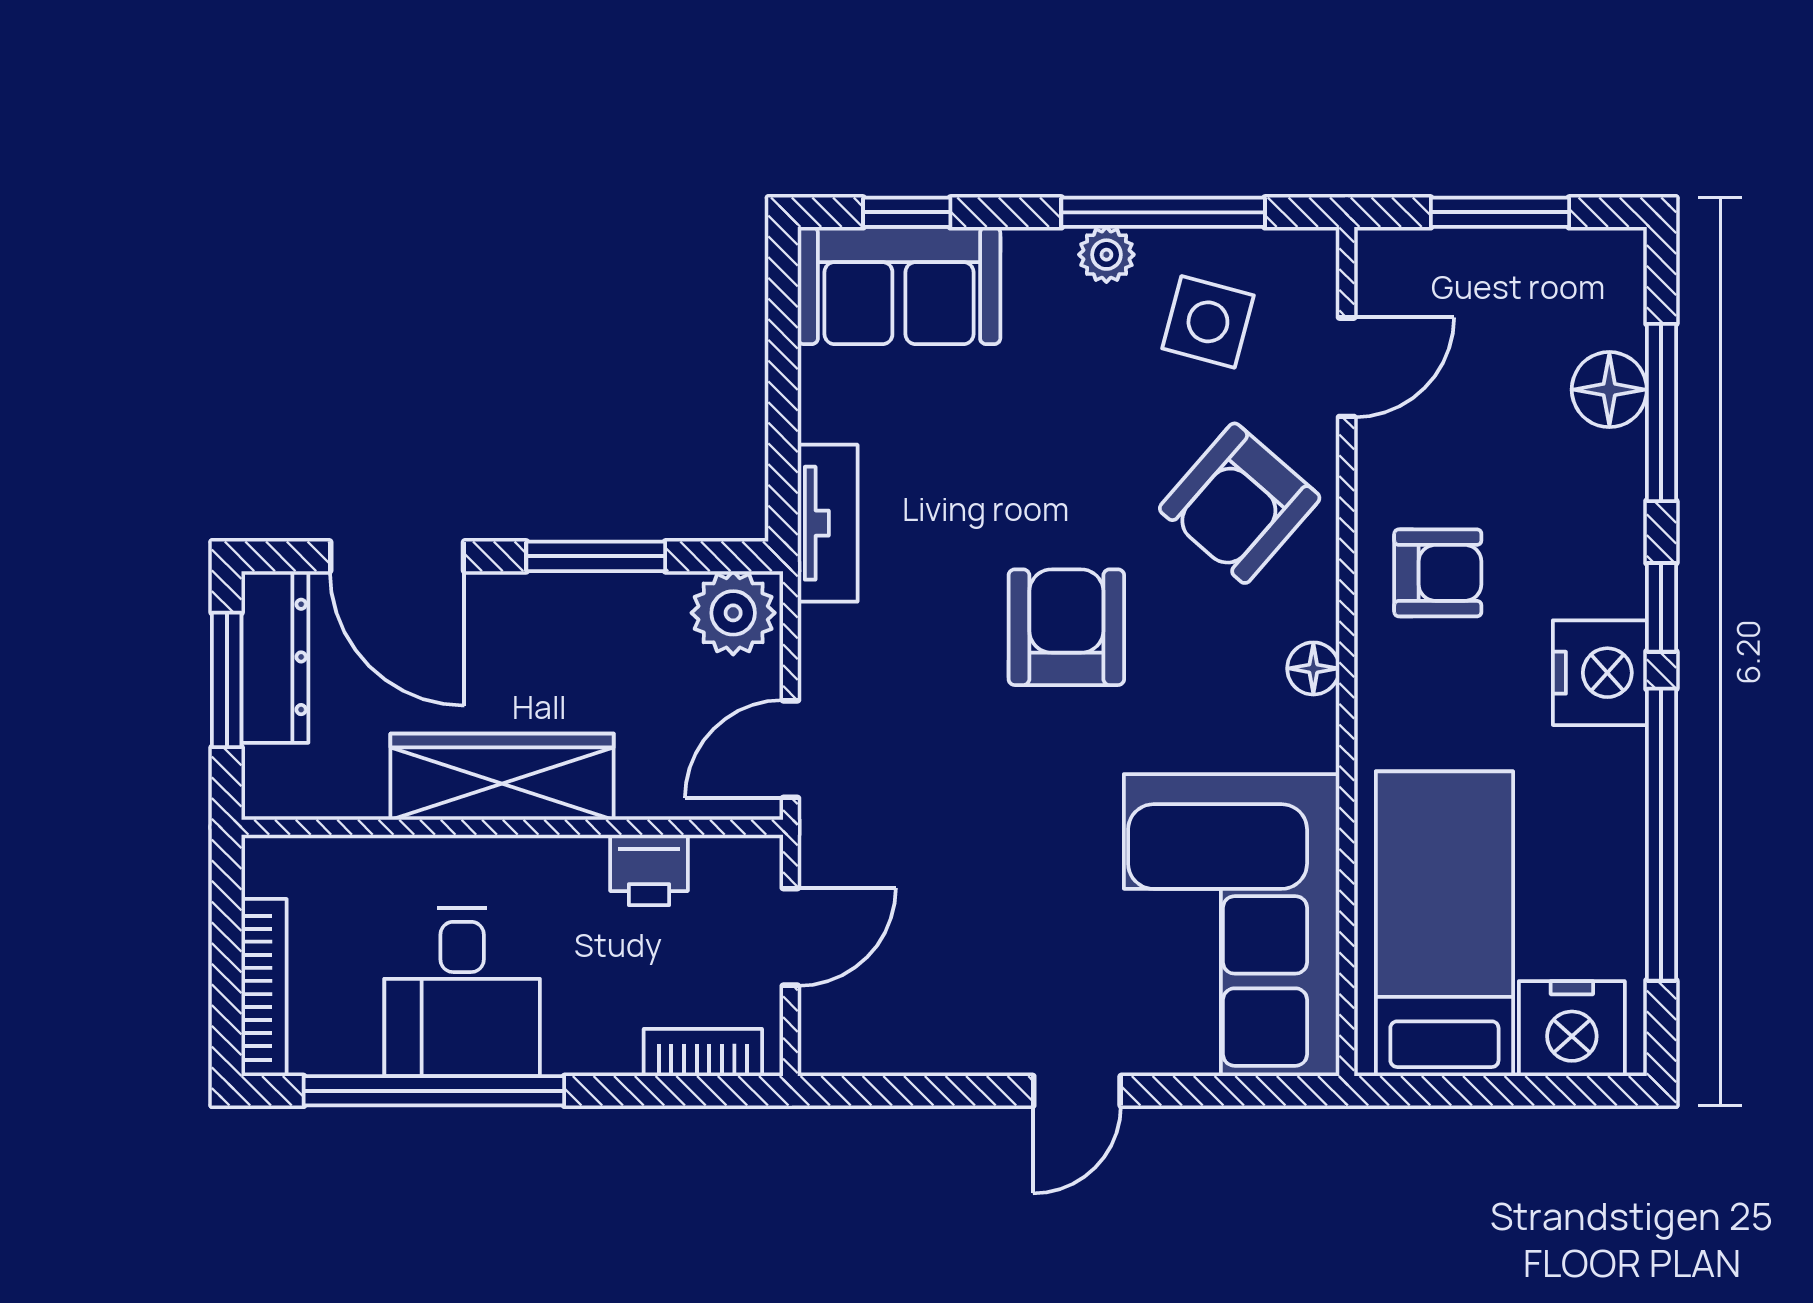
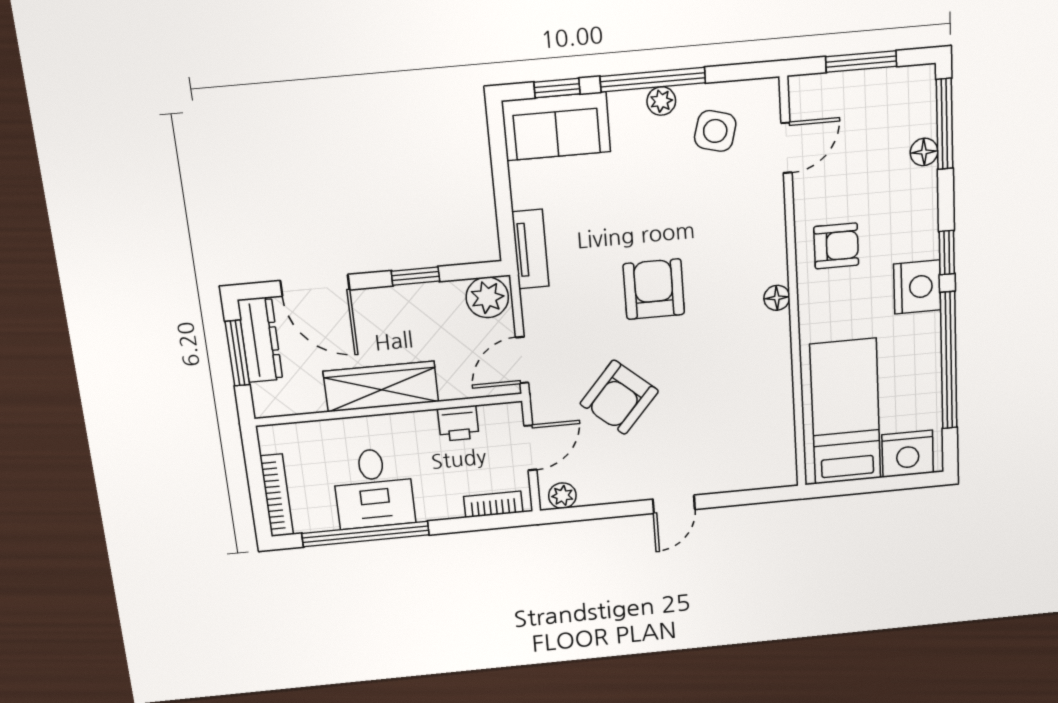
window: (1163, 212) -> (653, 80), moved
floor lamp: (1609, 390) -> (924, 152), width x0.73, depth x0.73
window: (1661, 412) -> (945, 124), moved
armchair: (1240, 503) -> (619, 397), moved
window: (596, 556) -> (415, 276), width x0.67
corner sofa: (1232, 925) -> (743, 422), removed
plant: (847, 1048) -> (562, 496), added

